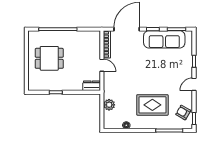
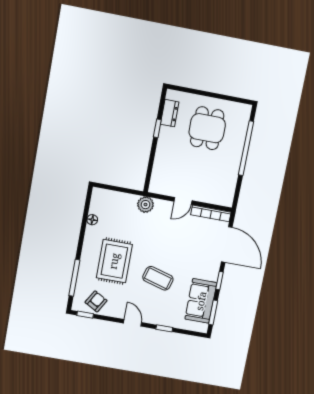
sofa: (164, 39) -> (201, 301), width x0.73
coffee table: (159, 72) -> (158, 278), added
dresser: (92, 86) -> (170, 113), moved
plant: (109, 105) -> (145, 205), moved

